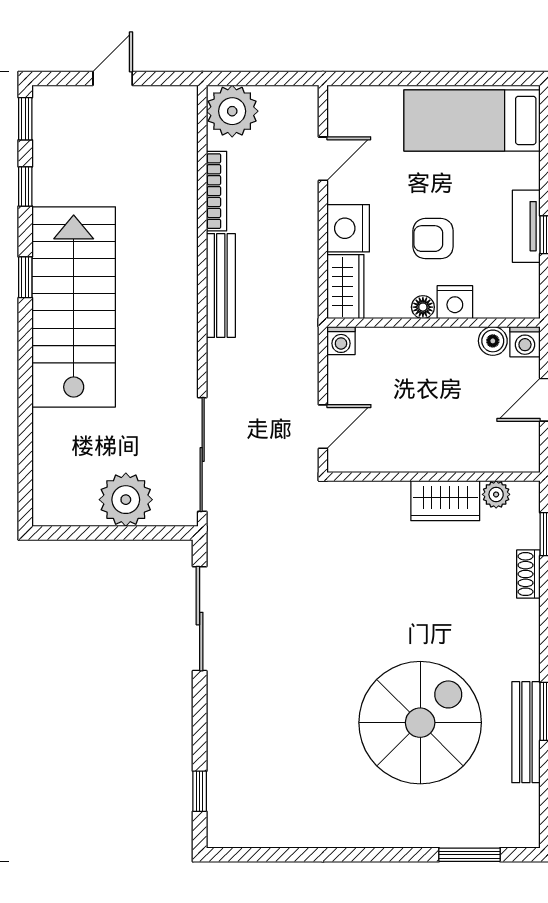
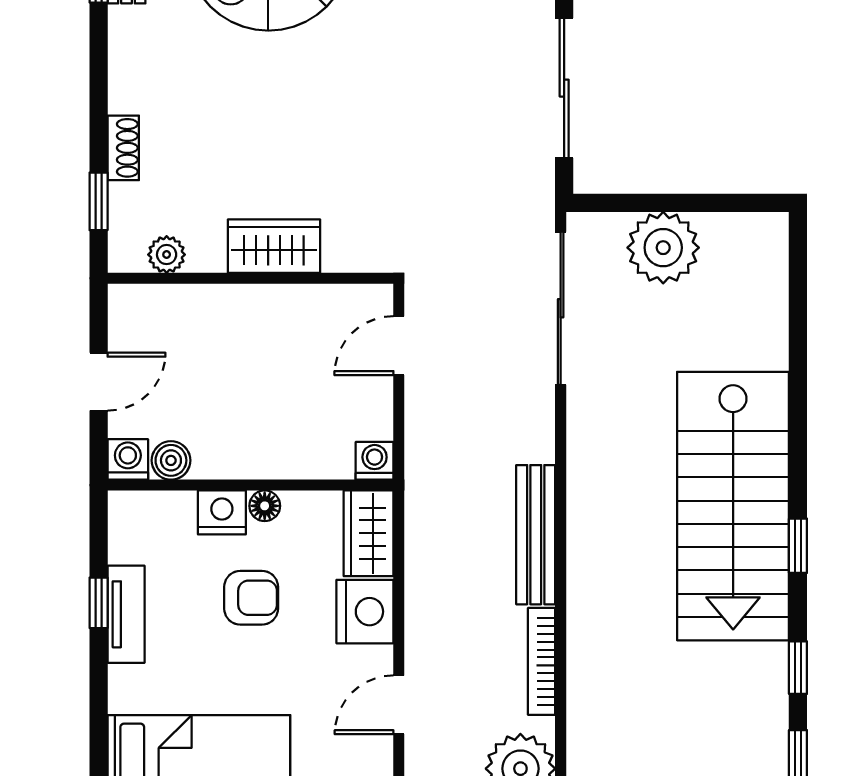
wardrobe: (445, 501) -> (274, 246), moved

